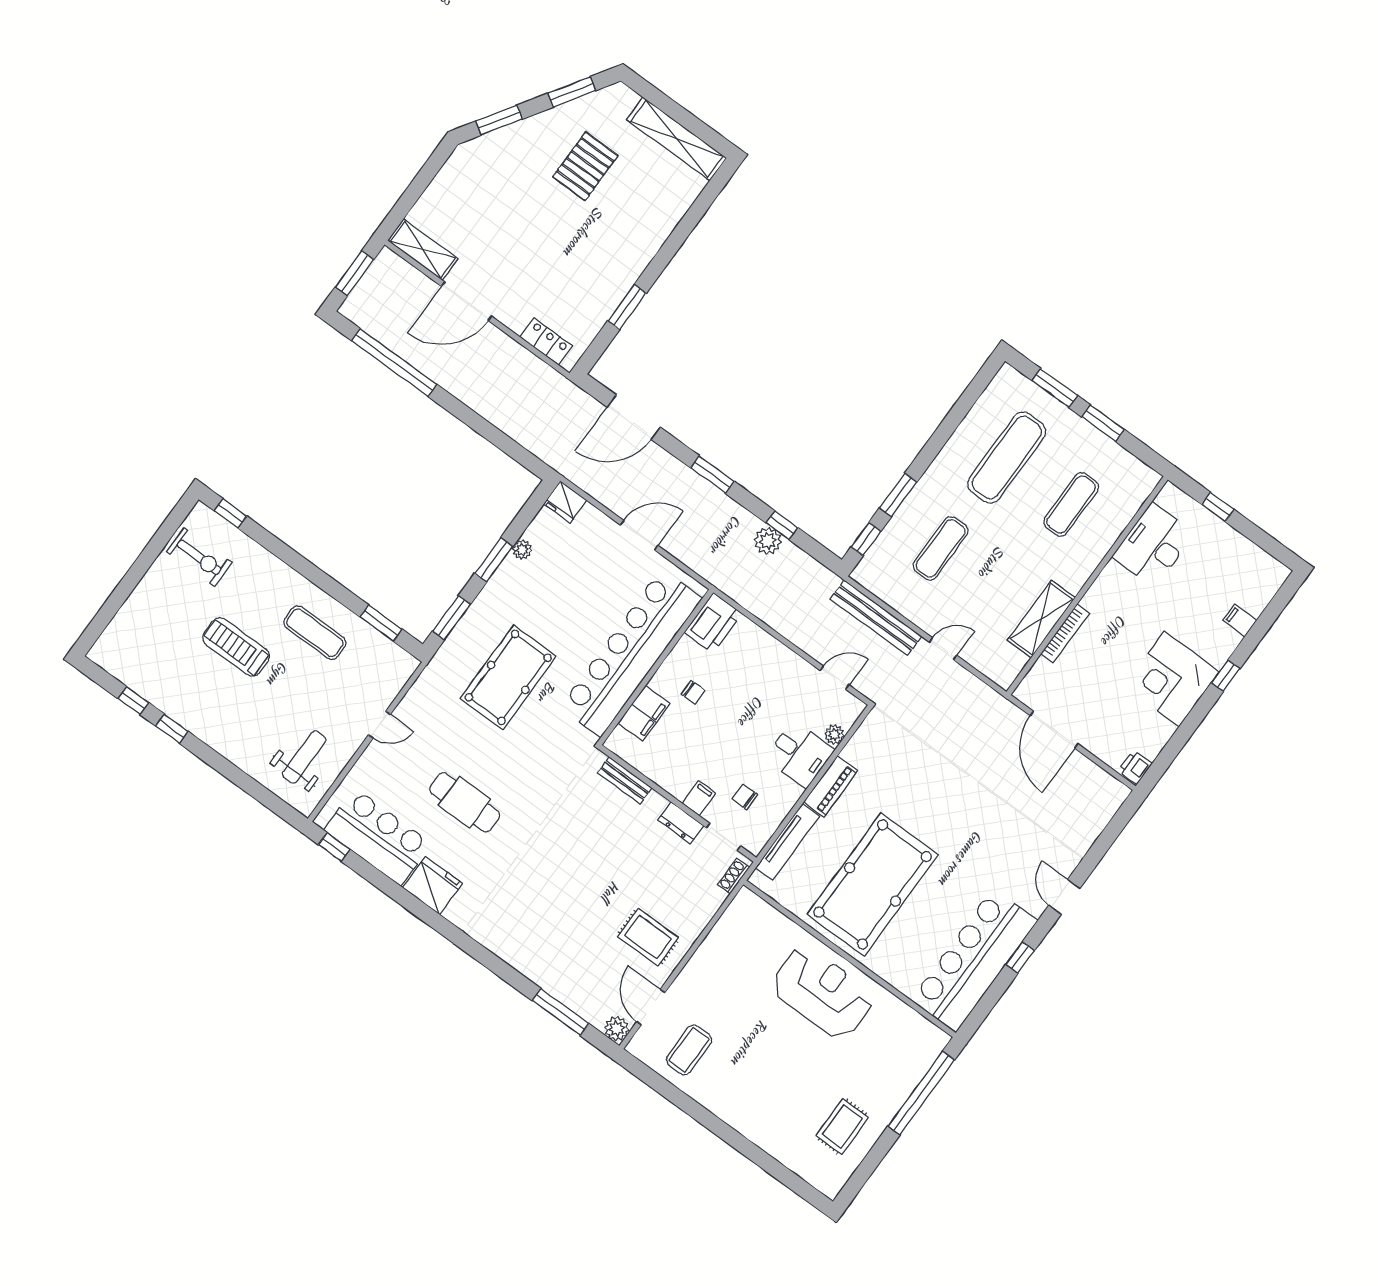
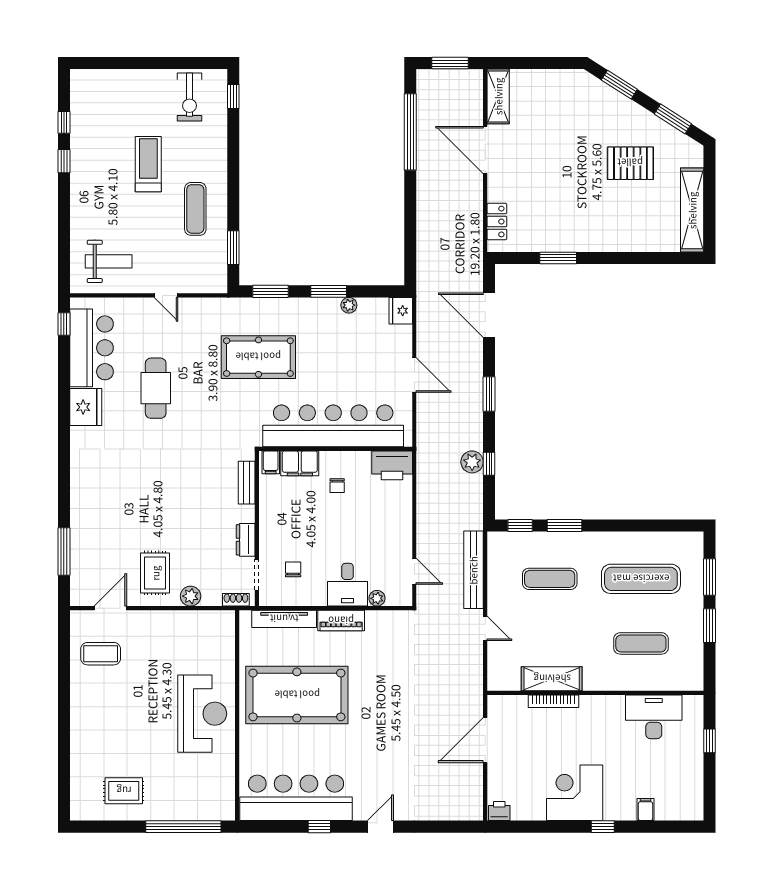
filing cabinet: (699, 798) -> (271, 462), moved, turned 90
plant: (617, 1029) -> (191, 596), moved

